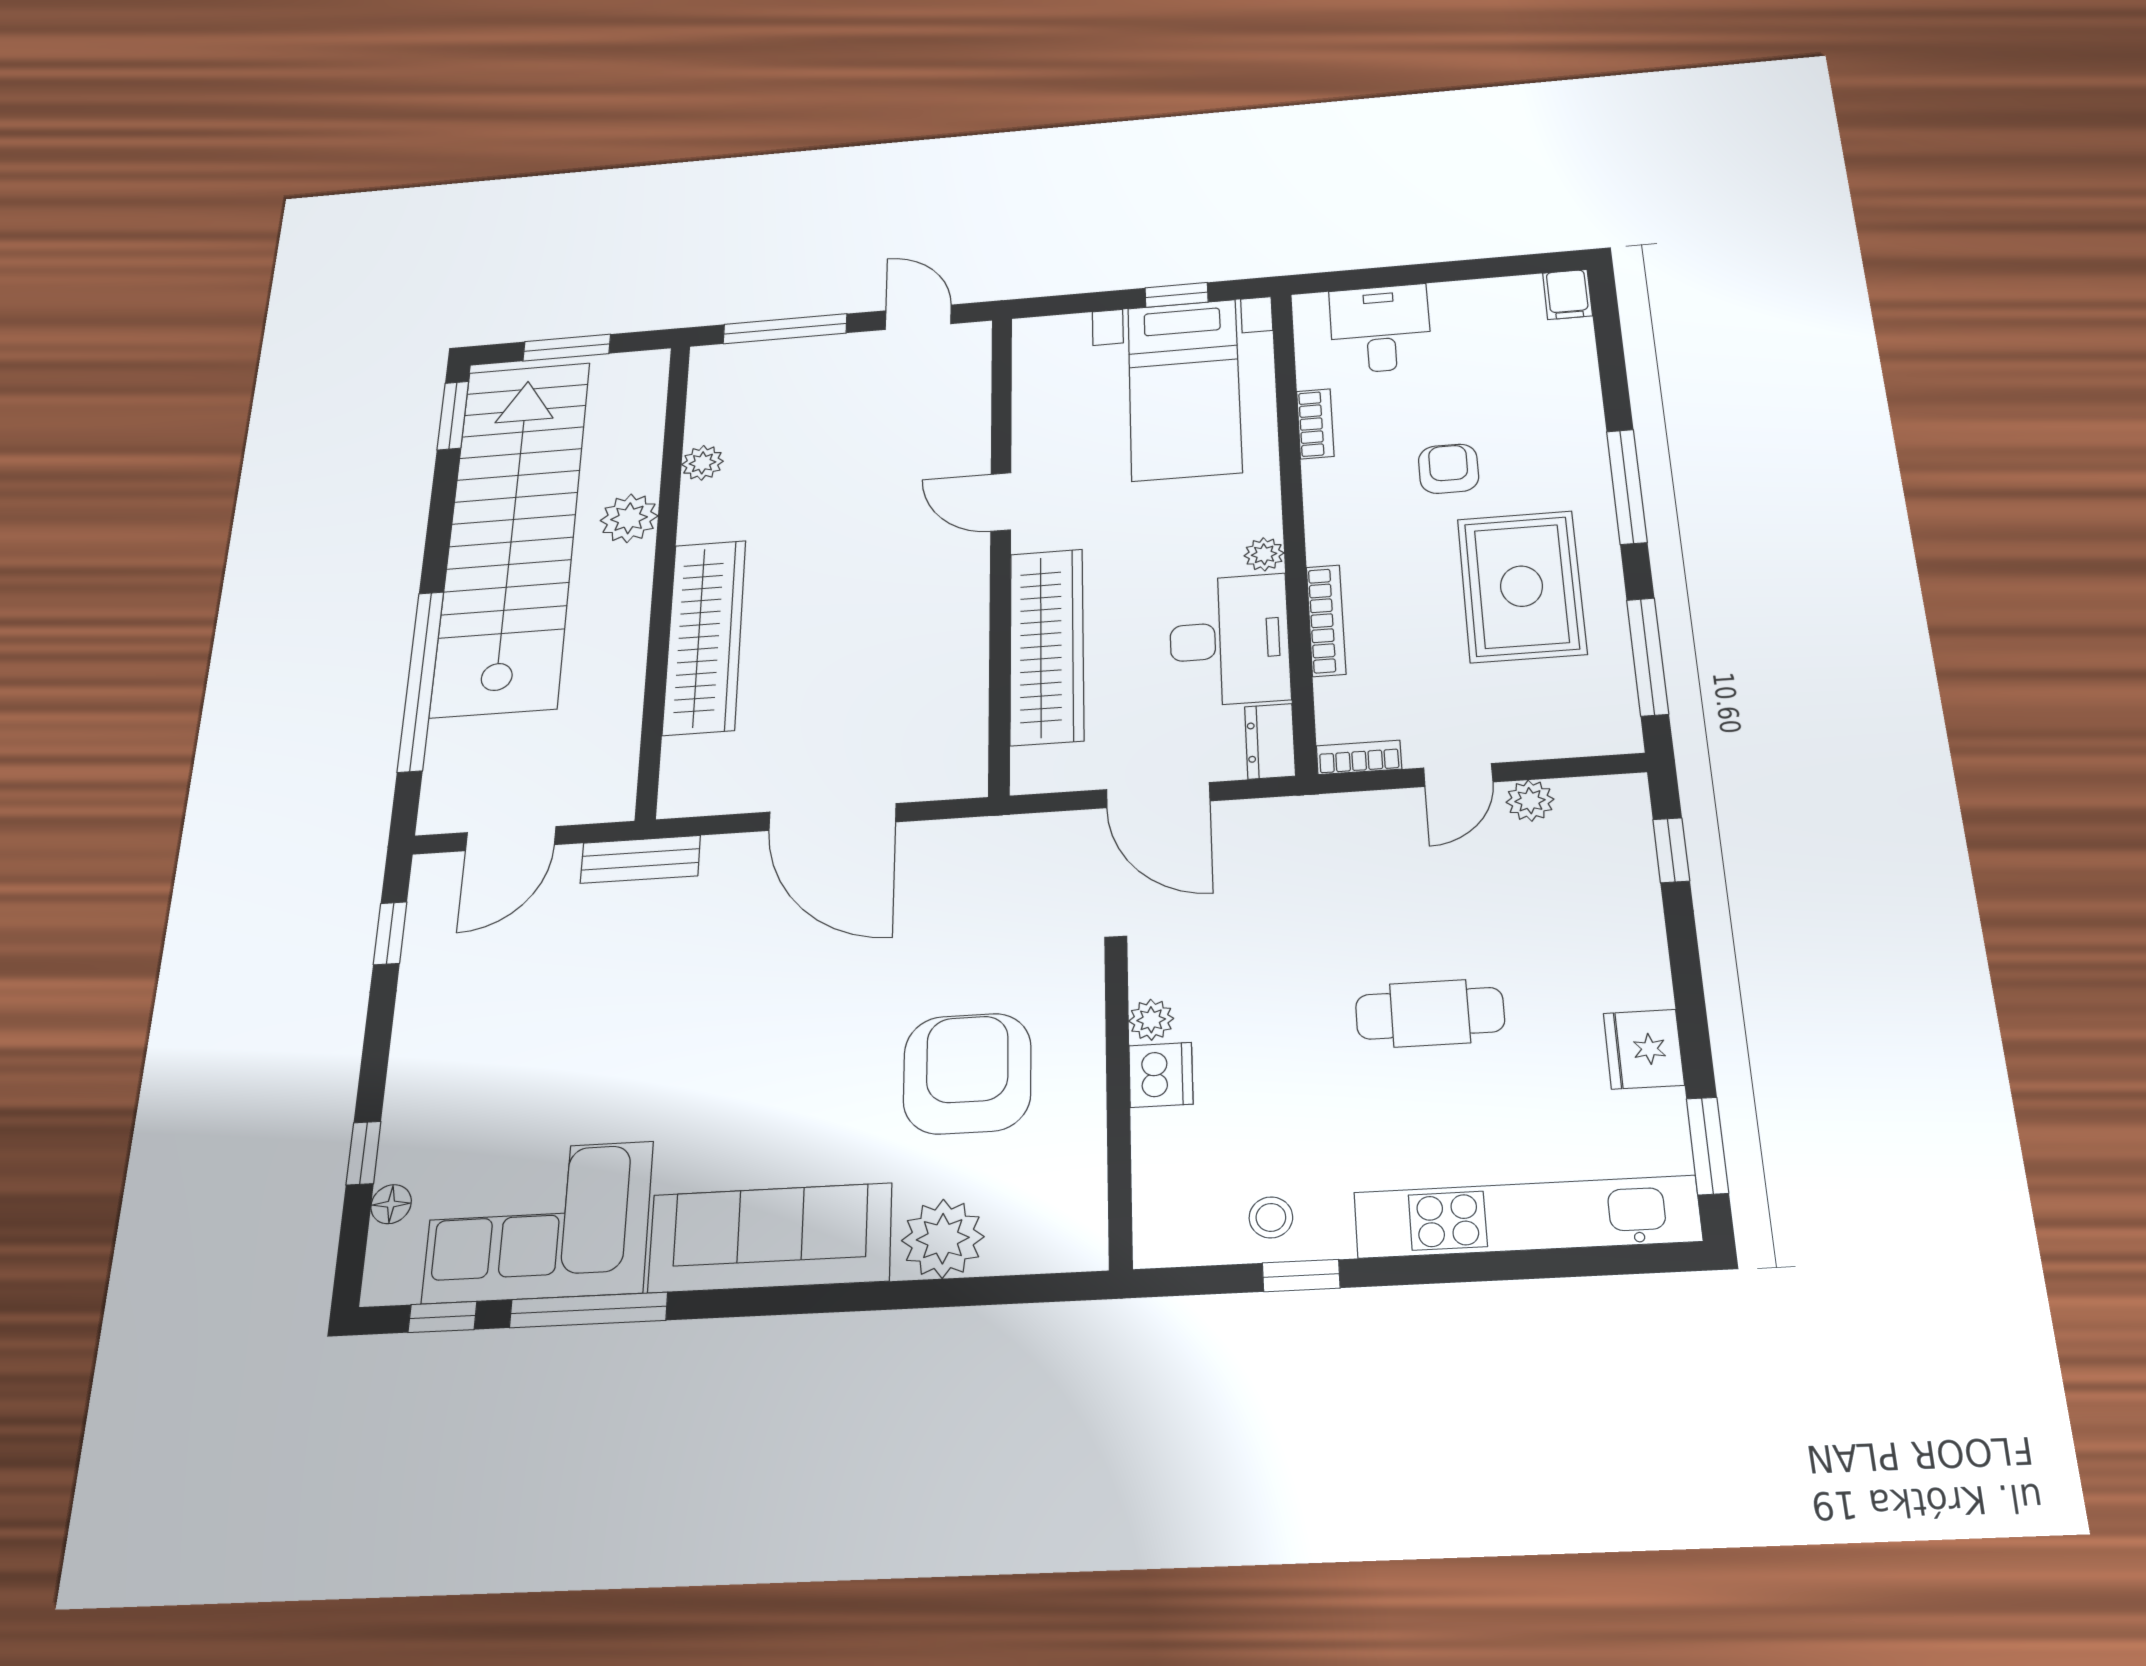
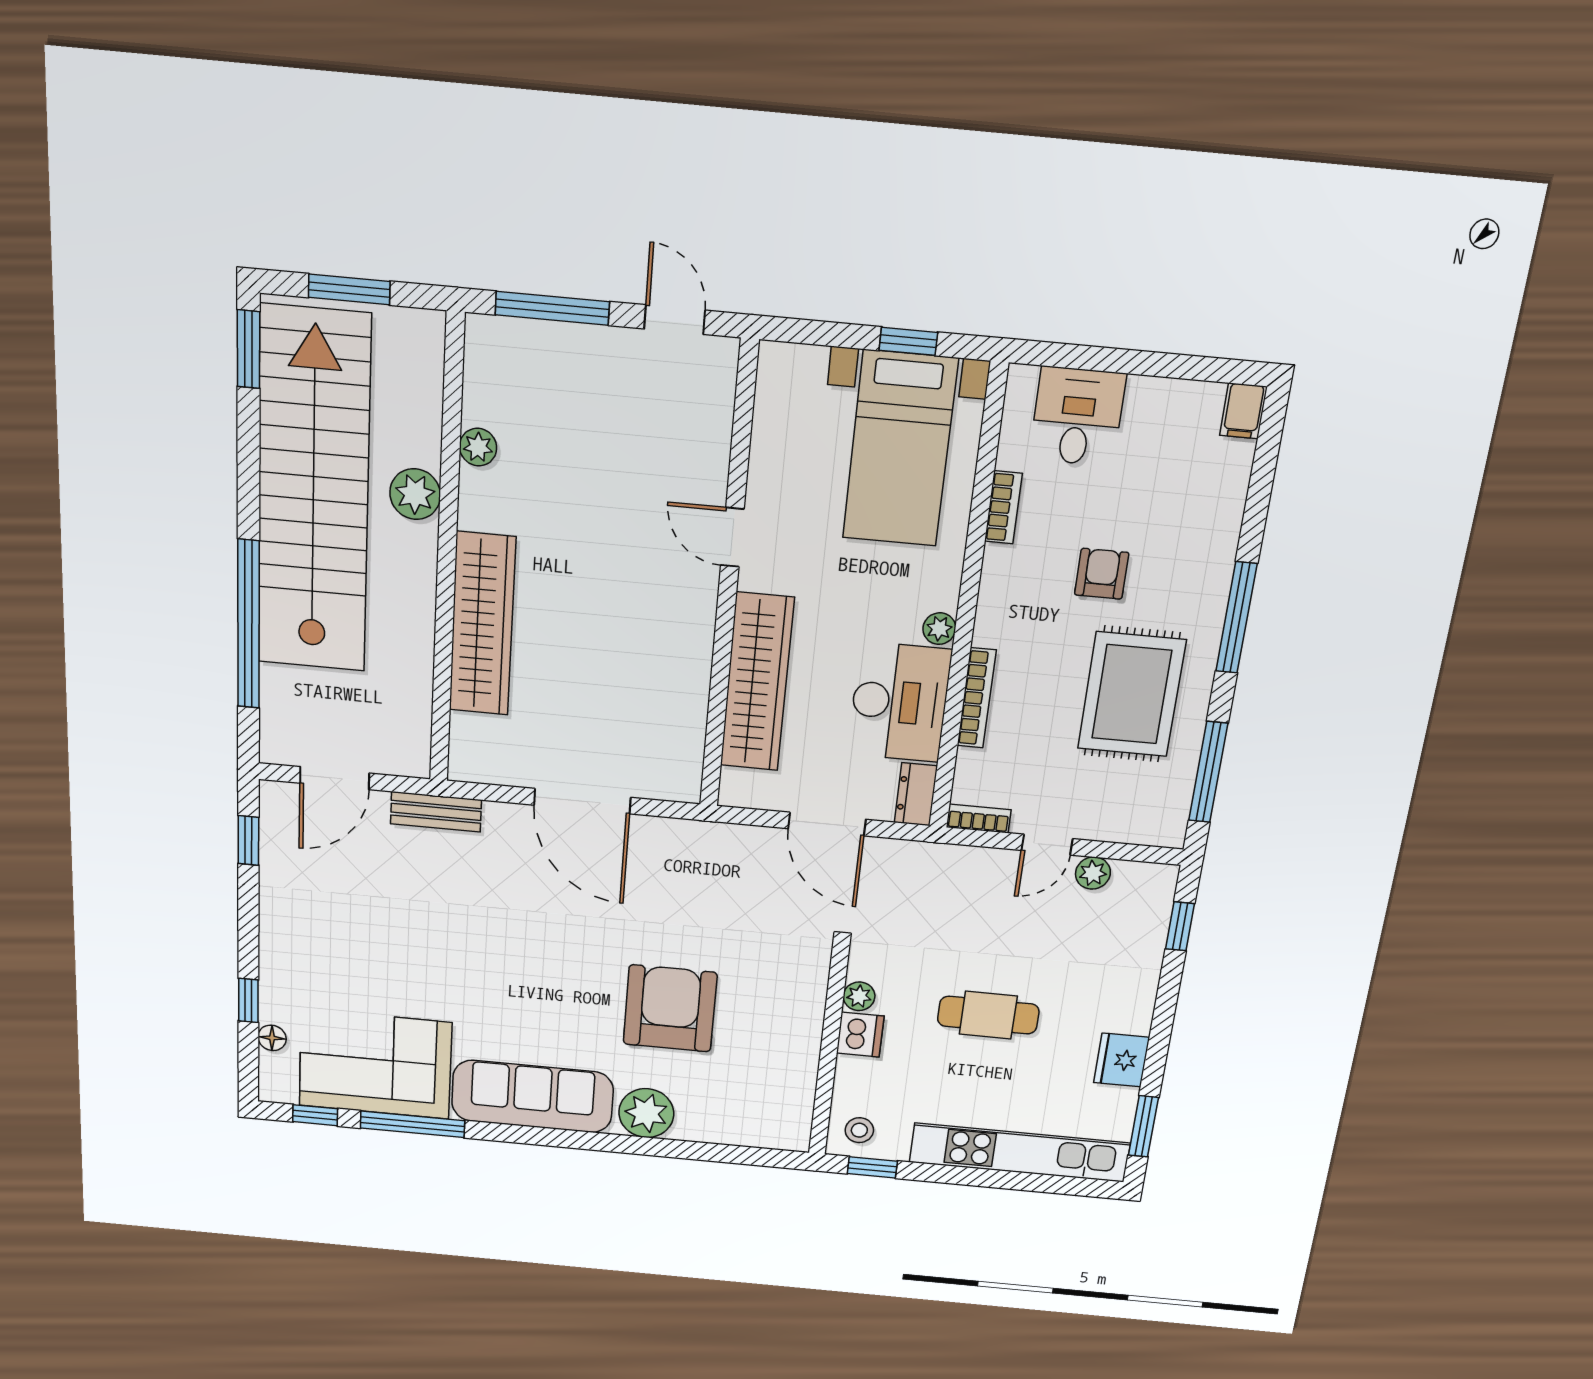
plant: (1151, 1020) -> (859, 996), moved
dishwasher: (1161, 1075) -> (860, 1035), moved
wall: (1118, 1109) -> (829, 1053), moved

